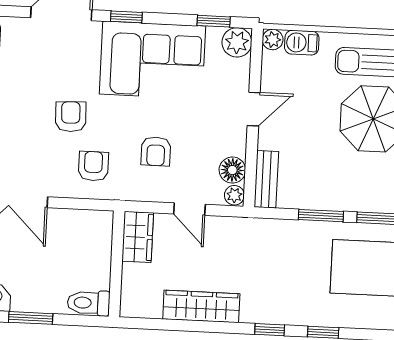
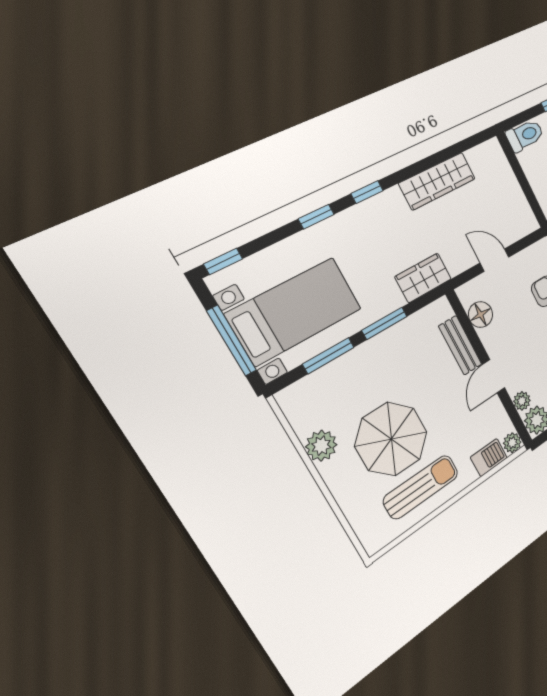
bench: (266, 179) -> (460, 345), moved
plant: (234, 195) -> (522, 401), moved
wardrobe: (138, 237) -> (423, 278), moved, turned 90

